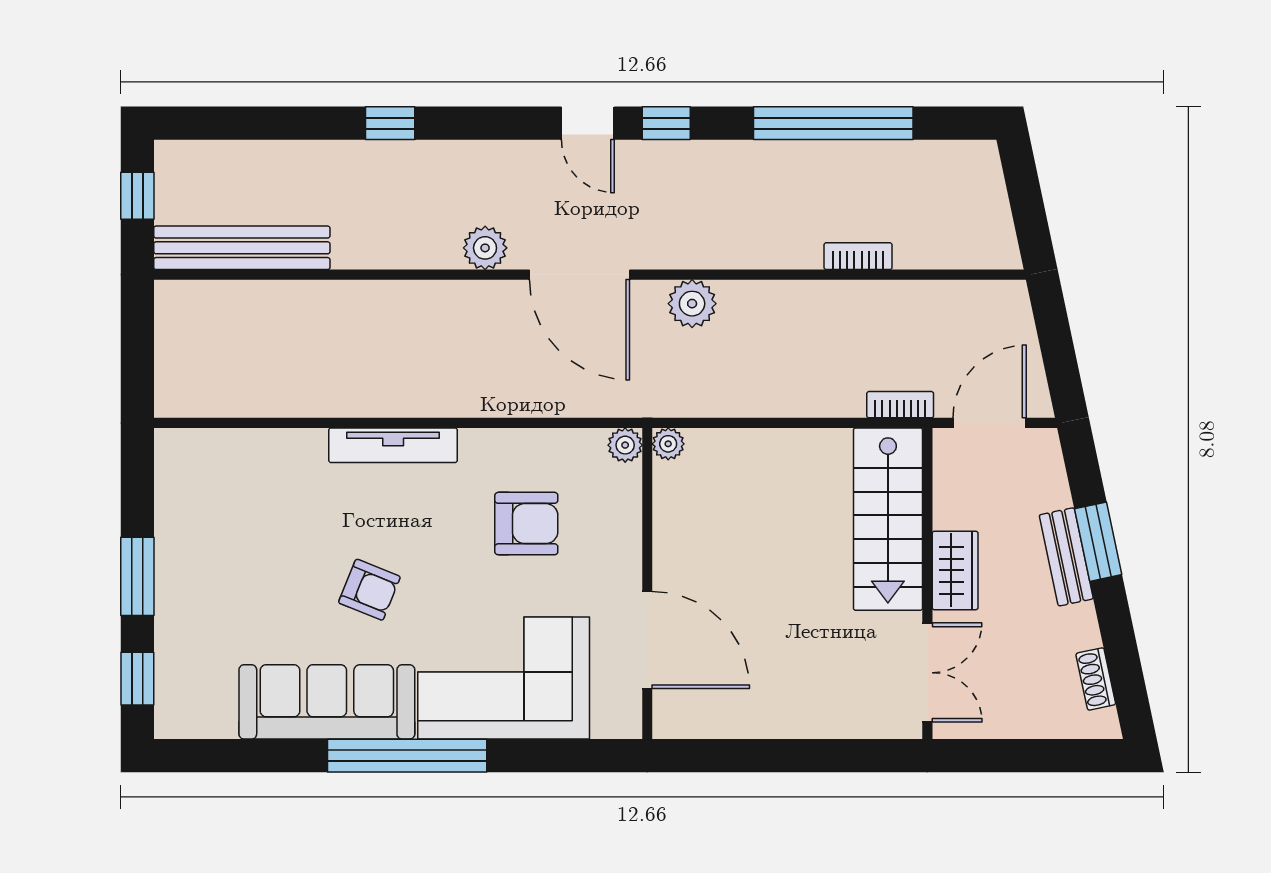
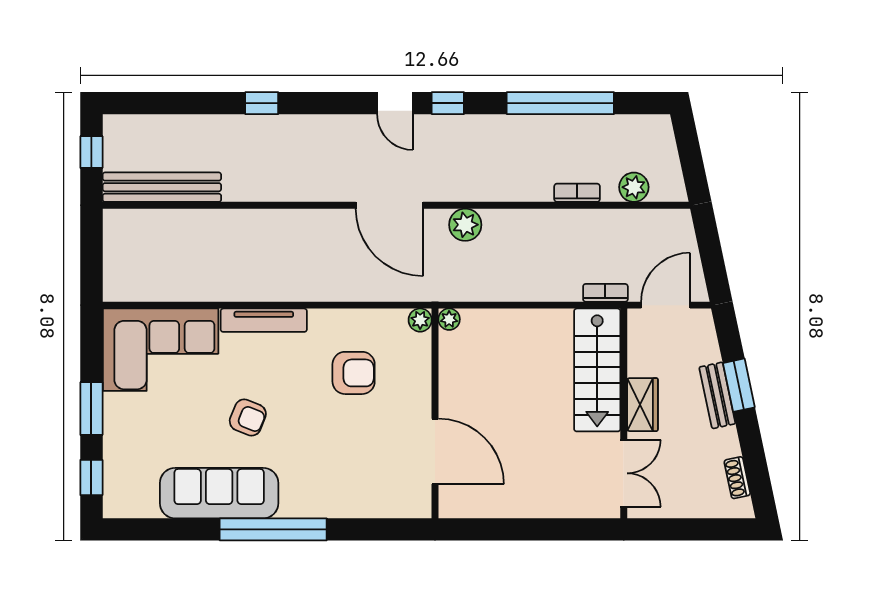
plant: (485, 248) -> (634, 187), moved
corner sofa: (504, 678) -> (161, 350), moved, turned 180

